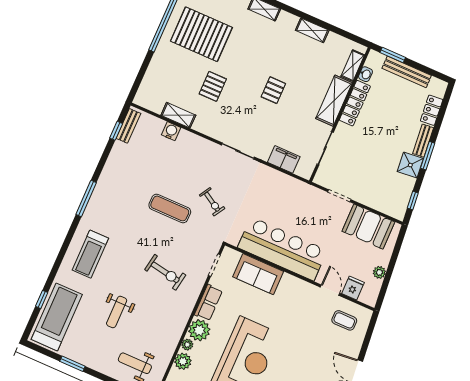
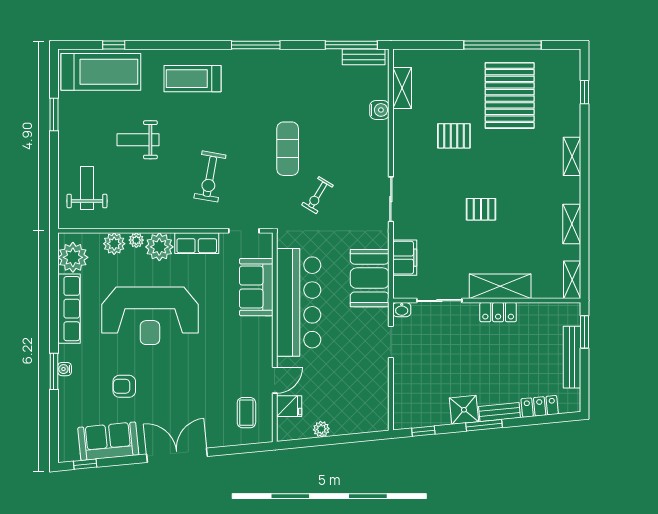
shelving: (353, 66) -> (572, 280), moved, turned 90
washbasin: (365, 74) -> (402, 310), moved
locker: (355, 103) -> (498, 312), width x0.66
shelving: (178, 115) -> (402, 88), moved
window: (116, 131) -> (351, 45), width x2.17
booth: (368, 227) -> (370, 278), moved

